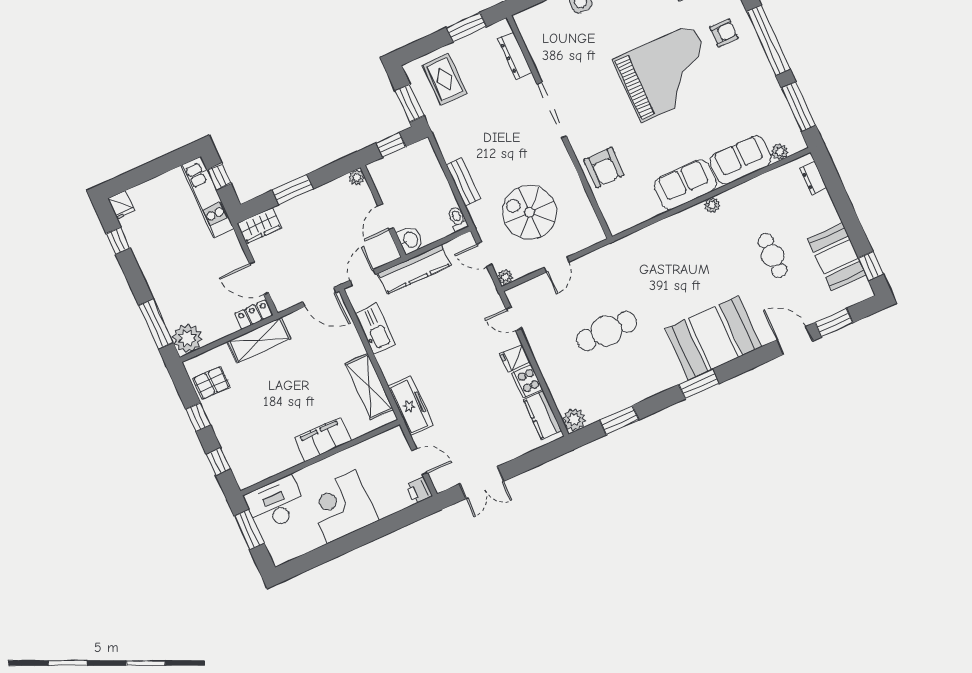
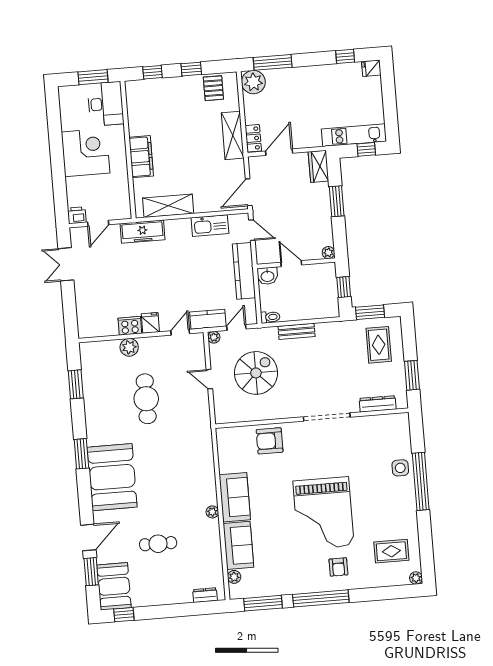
rug: (445, 79) -> (379, 345), turned 90
booth: (837, 257) -> (114, 586), moved, turned 90
kitchen counter: (543, 415) -> (208, 319), moved
plant: (574, 420) -> (129, 347), moved

